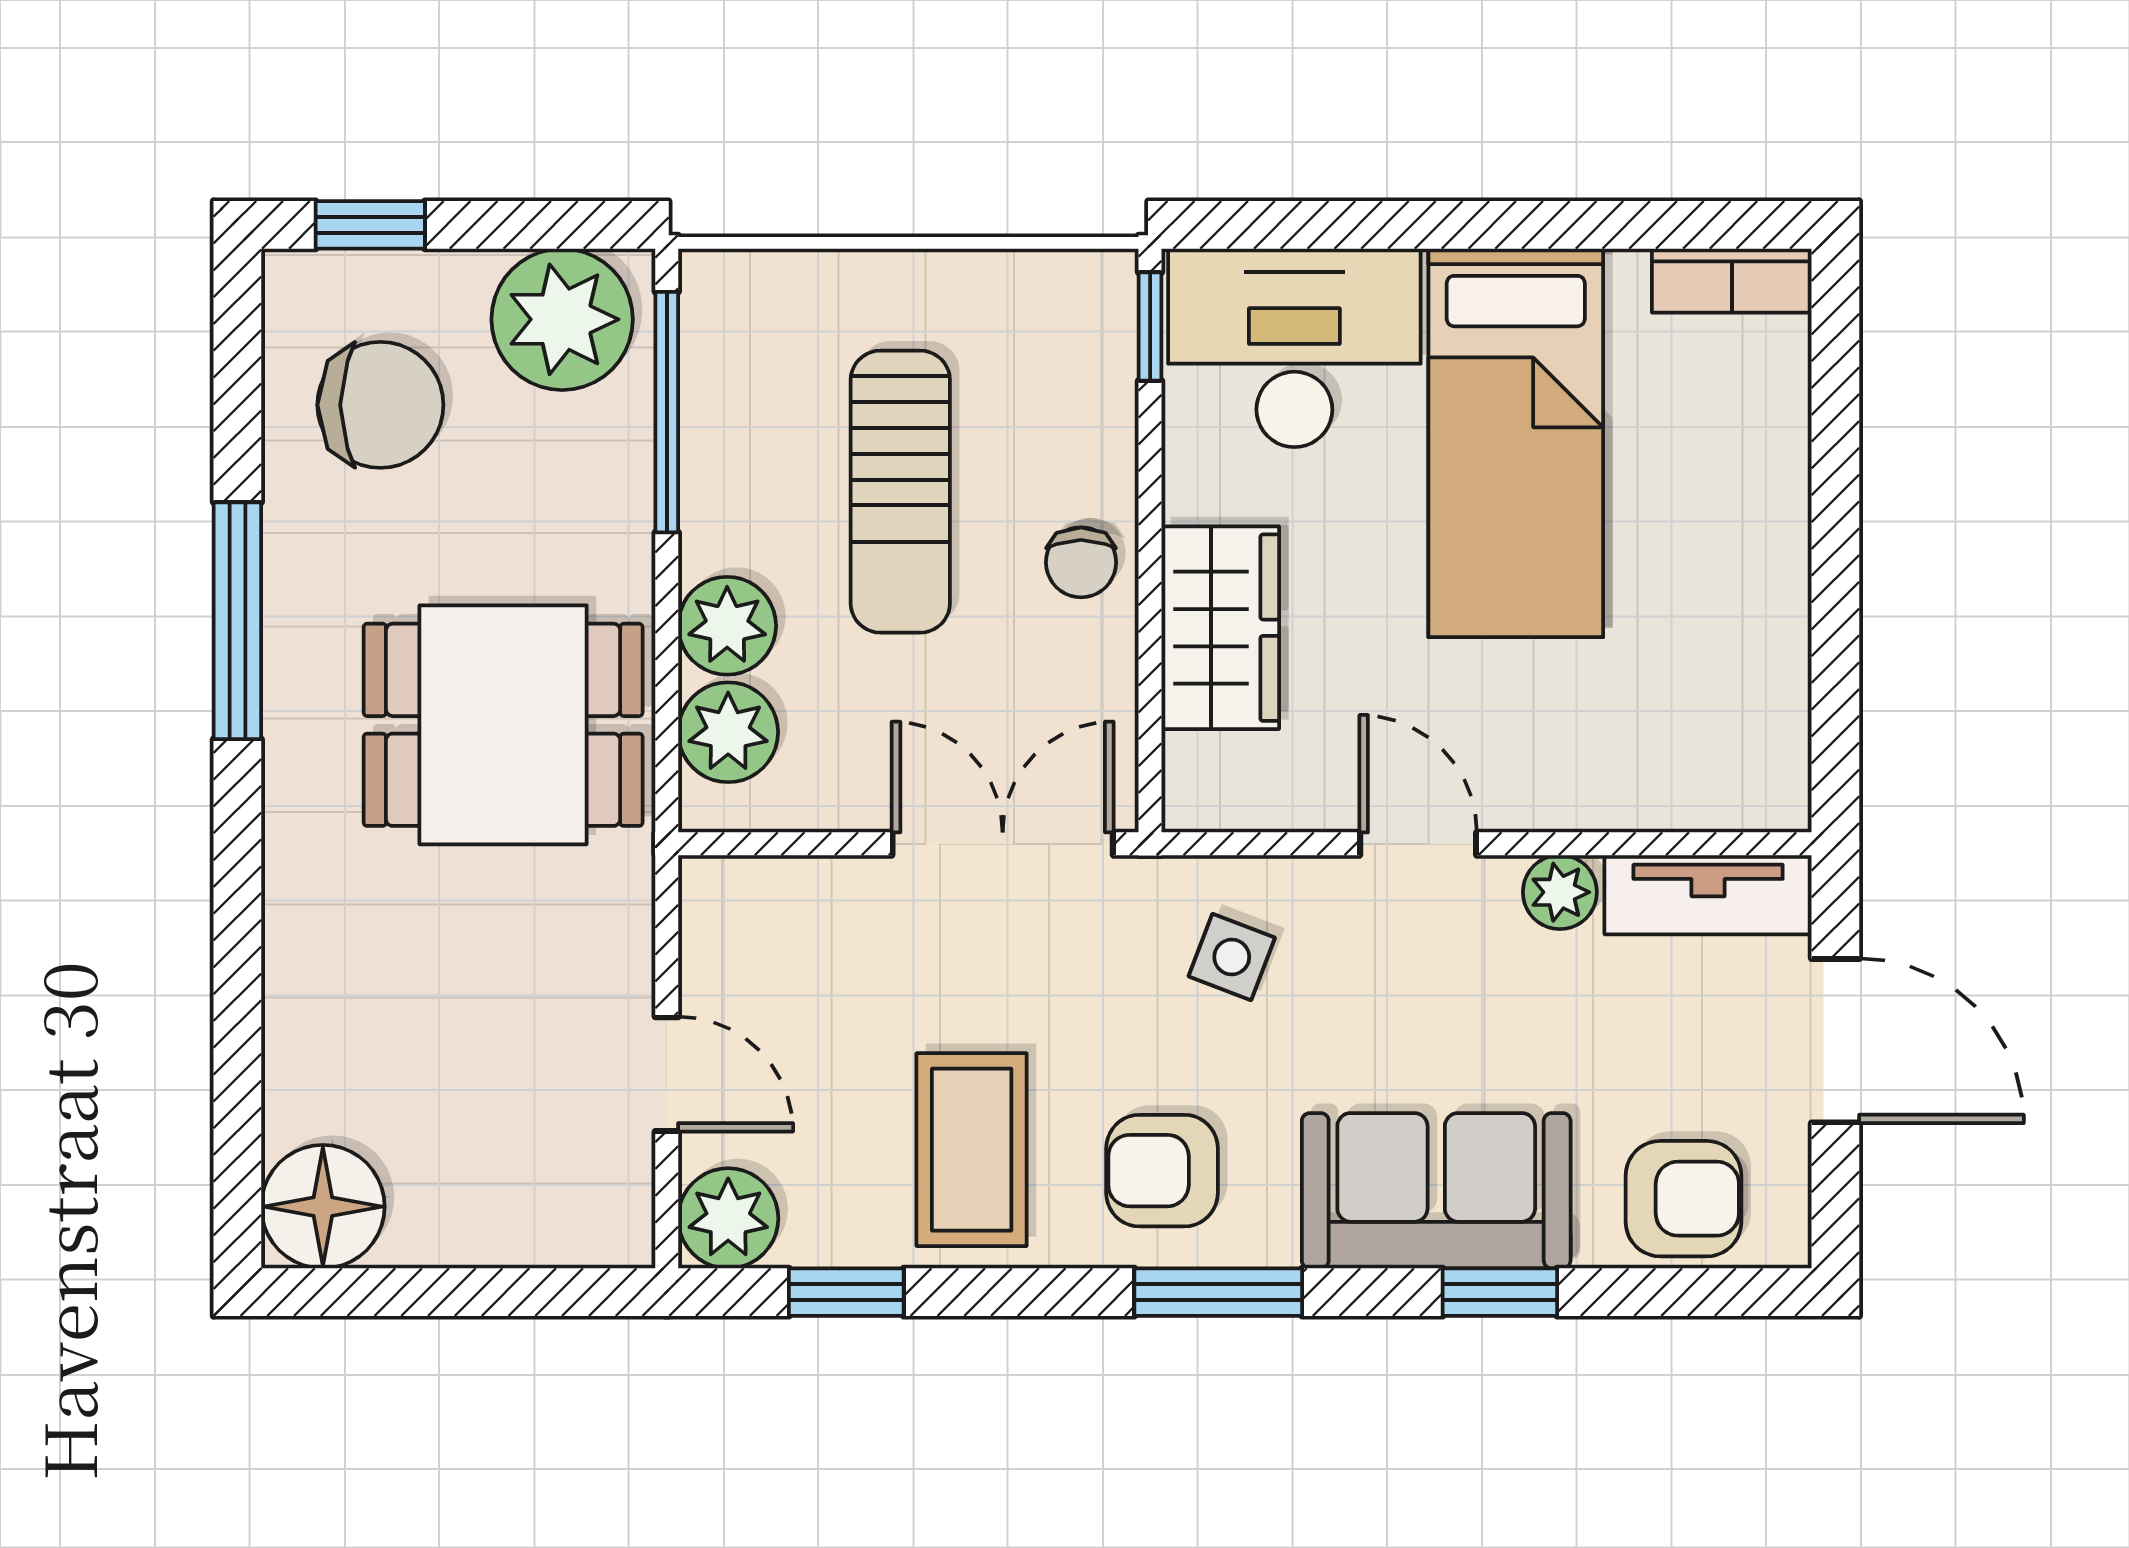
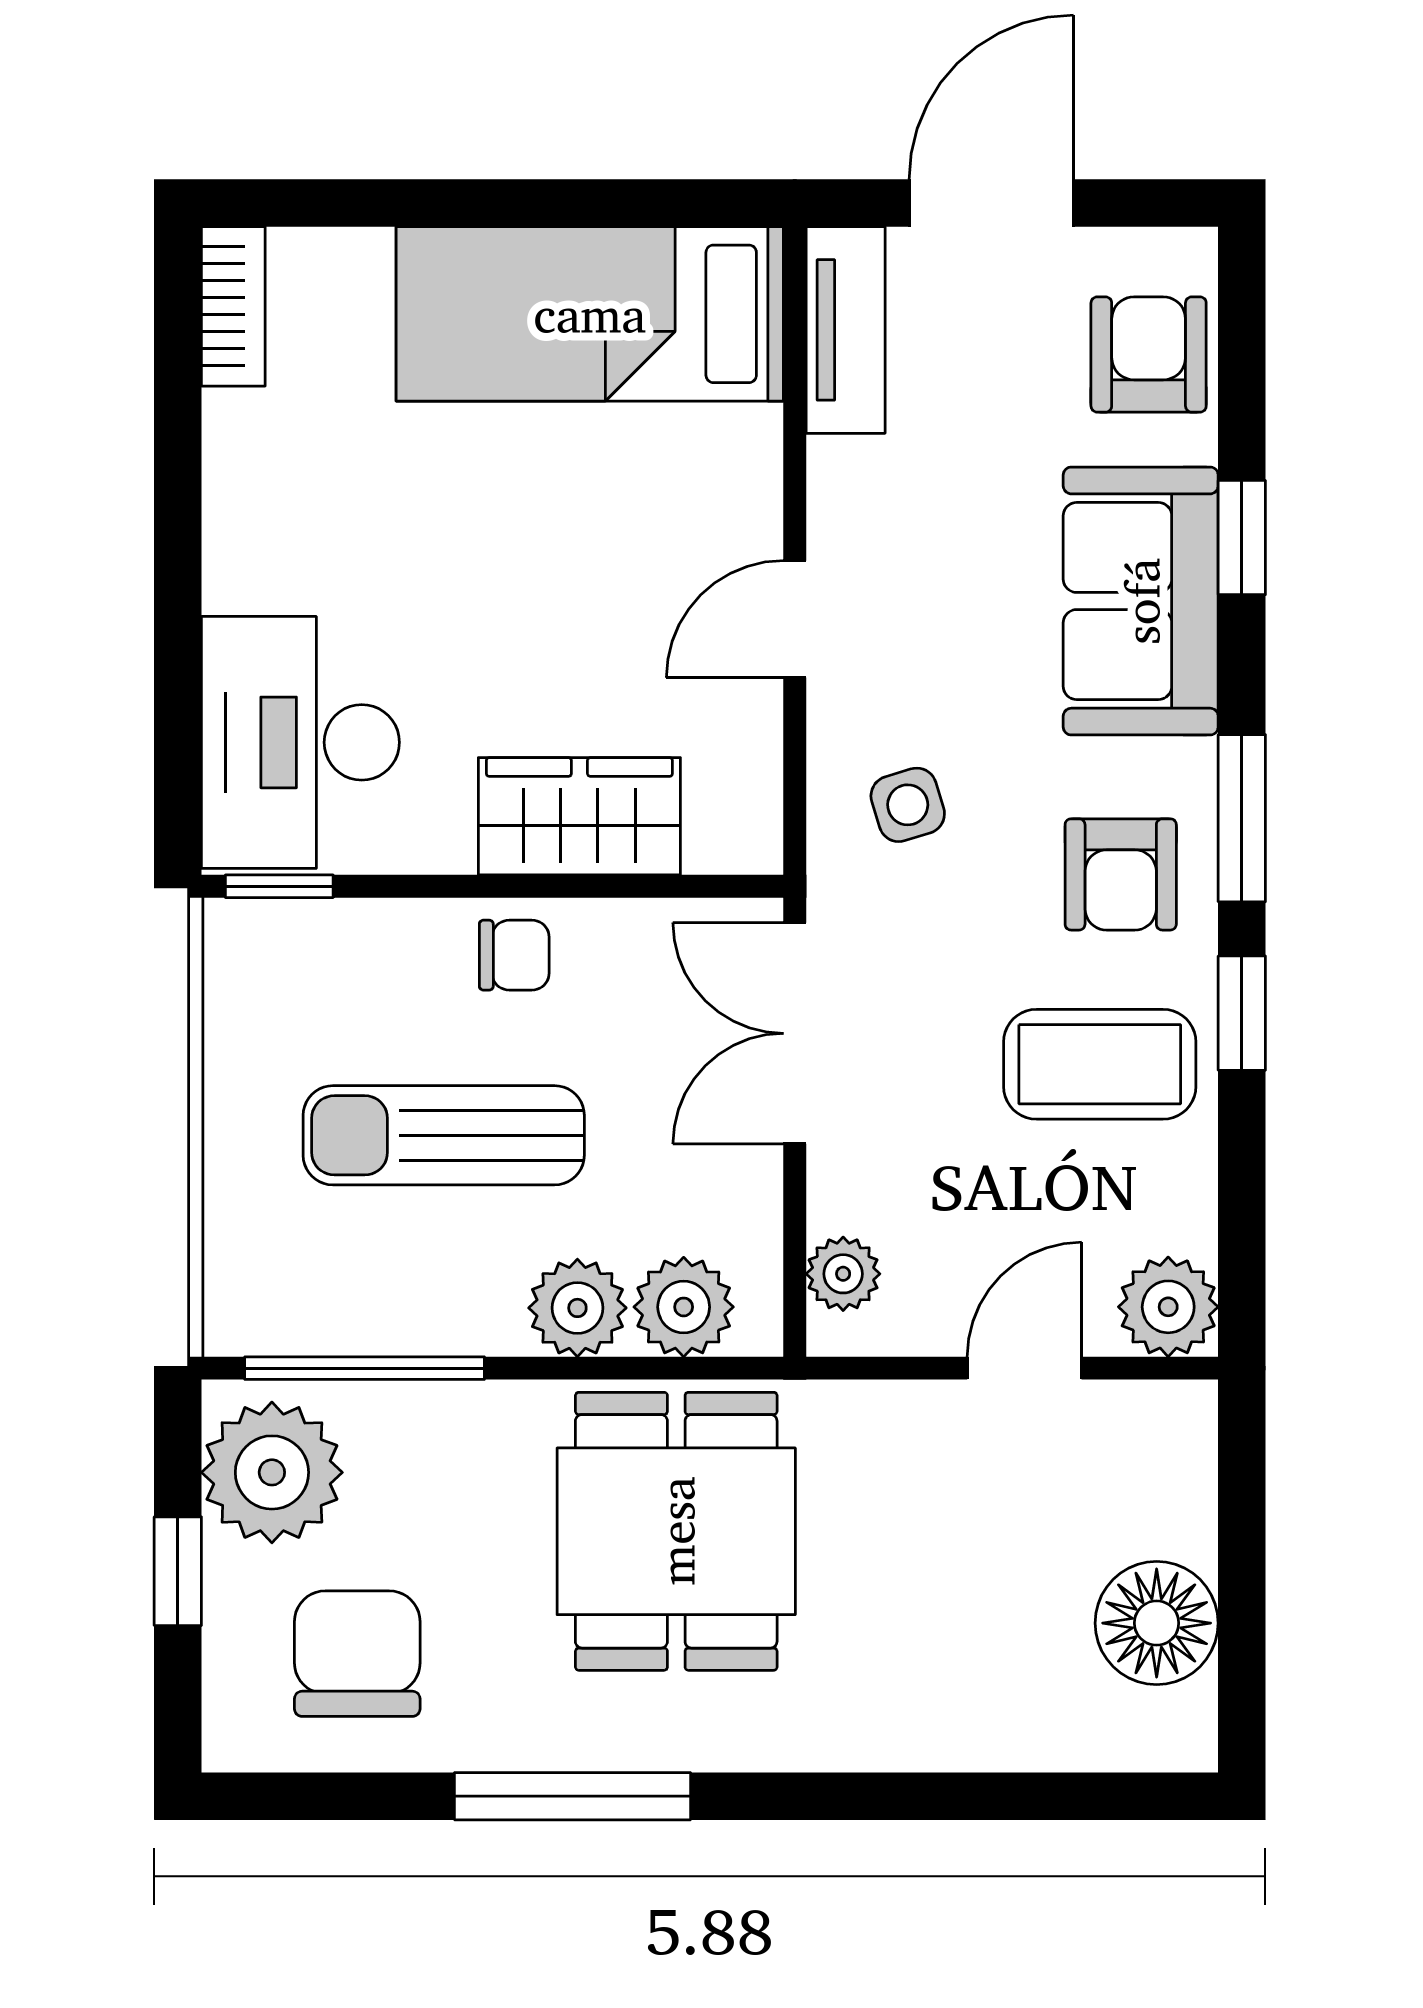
window: (370, 225) -> (178, 1571), moved
bed: (1516, 443) -> (590, 314), moved, turned 180
sun lounger: (900, 492) -> (444, 1135), turned 180
plant: (1560, 892) -> (843, 1274), moved
side table: (1232, 957) -> (908, 805), turned -38
floor lamp: (323, 1207) -> (1157, 1623), moved
window: (846, 1292) -> (1242, 1013), moved

